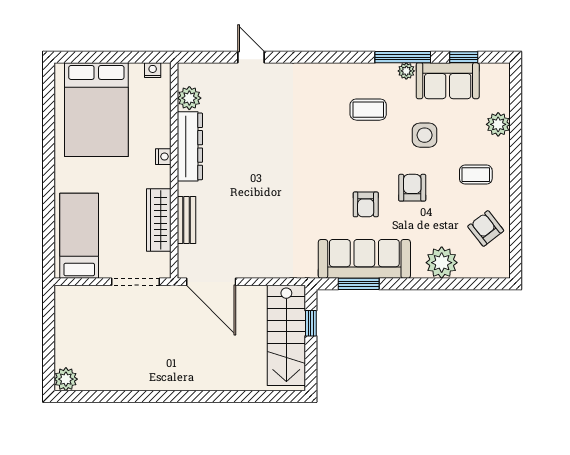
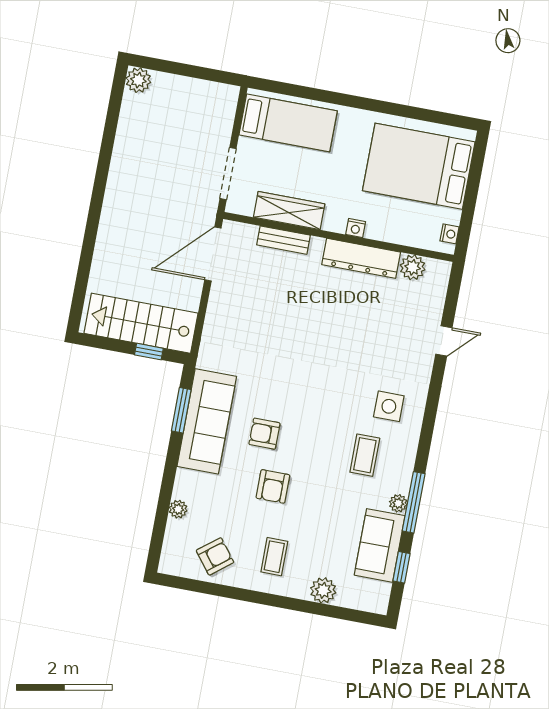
side table: (425, 135) -> (389, 406), moved
armchair: (412, 188) -> (273, 486), turned 90
plant: (442, 263) -> (178, 509), width x0.53, depth x0.53

